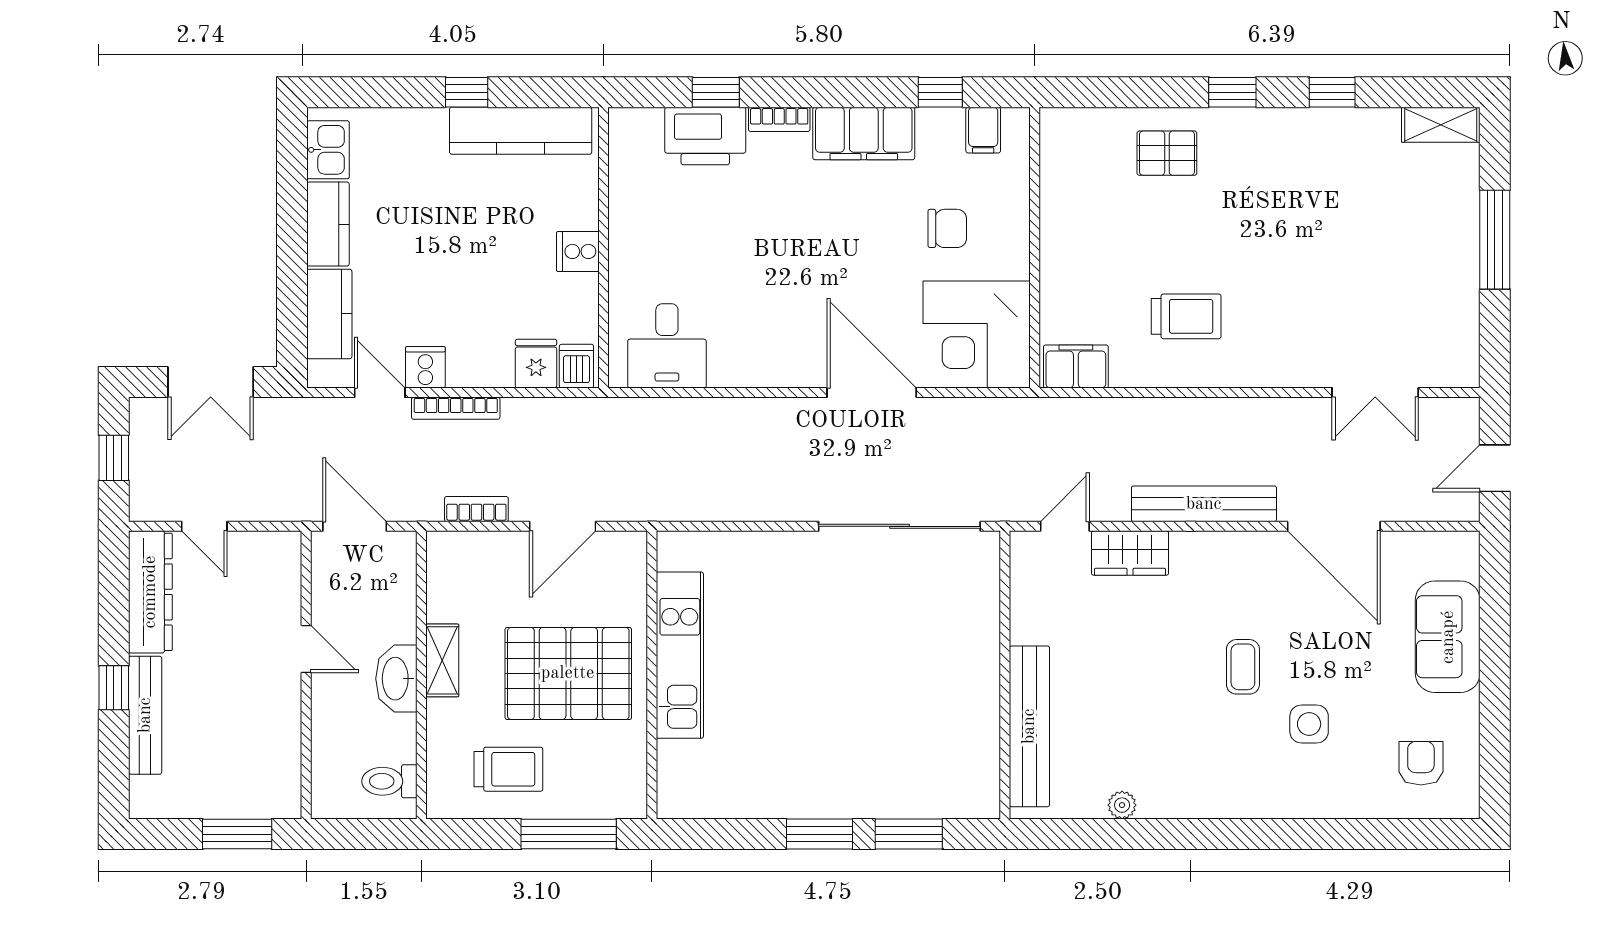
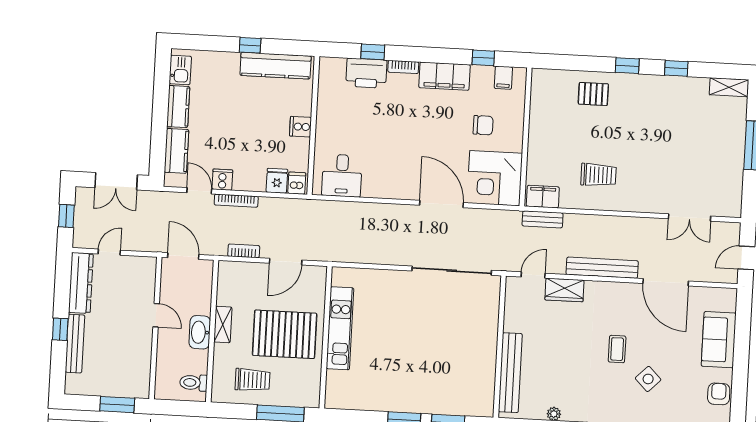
bench: (1078, 412) -> (543, 219), added
door: (204, 526) -> (109, 252), swing flipped
side table: (1309, 724) -> (648, 379), turned 45
armchair: (1421, 763) -> (719, 394), moved

